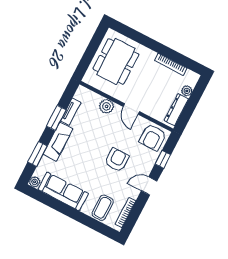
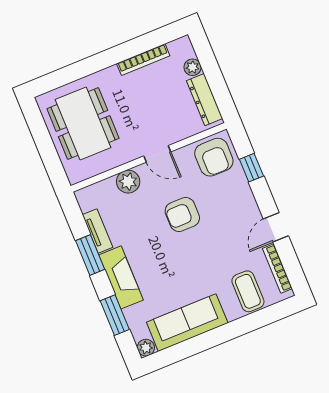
armchair: (117, 160) -> (182, 214), moved, turned -90
door: (149, 186) -> (276, 227), moved

